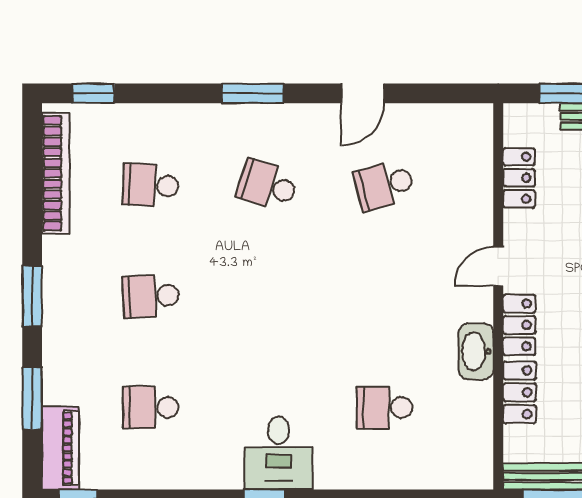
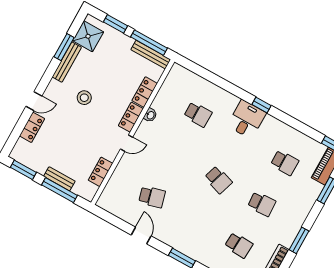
door: (362, 93) -> (141, 236), hinge flipped
school desk: (268, 185) -> (218, 180), moved
window: (32, 296) -> (299, 240), moved
washbasin: (476, 351) -> (150, 115), width x0.52, depth x0.69

